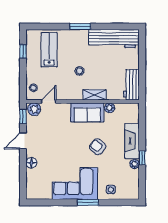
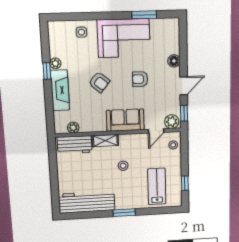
lab bench: (49, 50) -> (157, 186), turned 180
workbench: (131, 85) -> (75, 145), moved, turned 90
plant: (110, 108) -> (73, 128), moved
sofa: (87, 112) -> (125, 120), moved
armchair: (62, 148) -> (140, 79), added
window: (88, 202) -> (144, 15), moved

